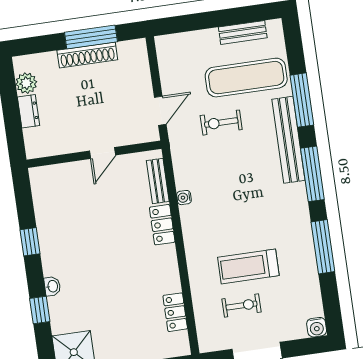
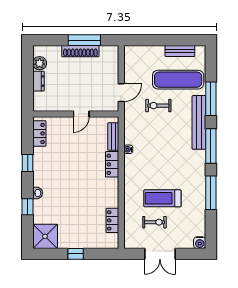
locker: (42, 193) -> (39, 133), added

